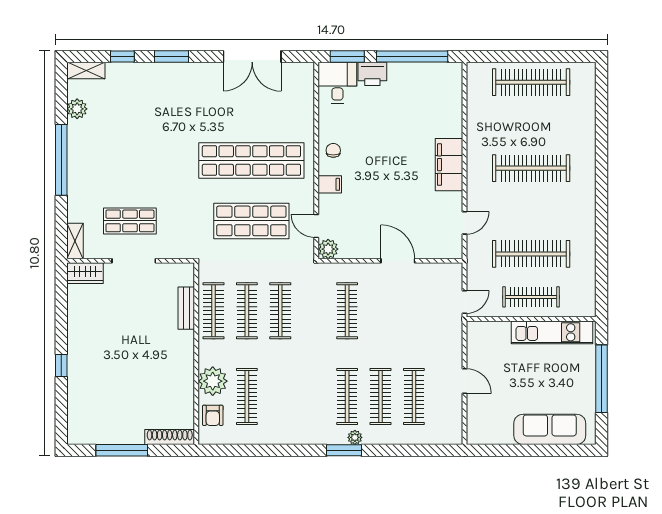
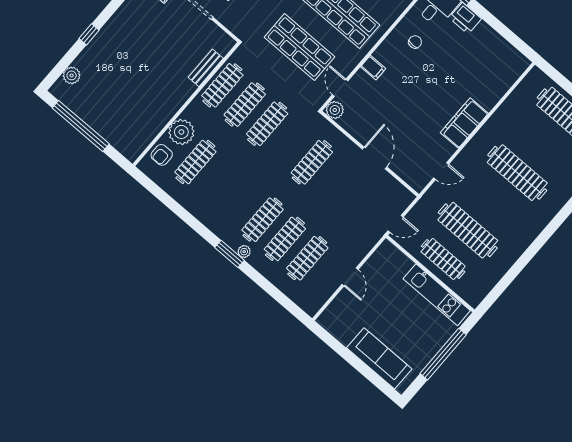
window: (412, 56) -> (502, 29), removed
chair: (333, 150) -> (415, 42), moved
plant: (77, 414) -> (72, 75), added
shoe rack: (170, 437) -> (120, 145), removed
window: (122, 450) -> (81, 126), width x1.46

